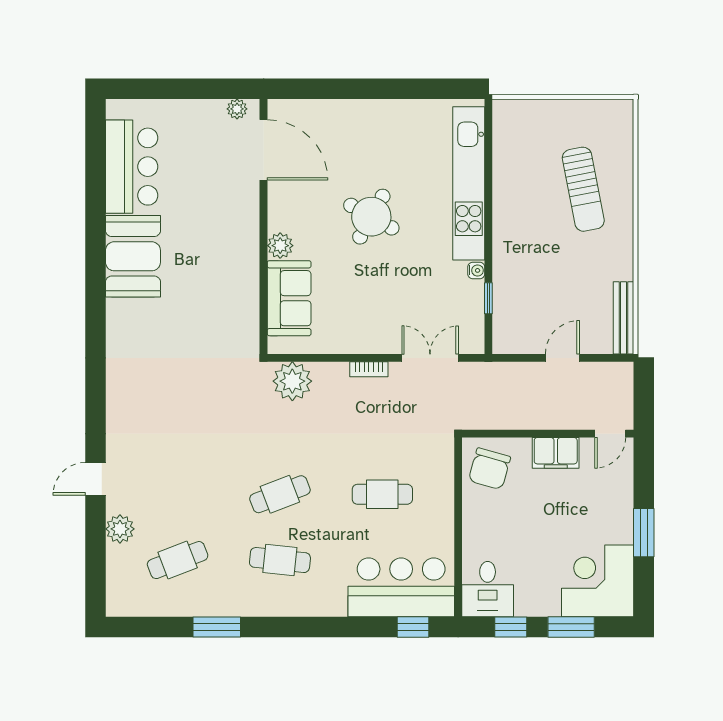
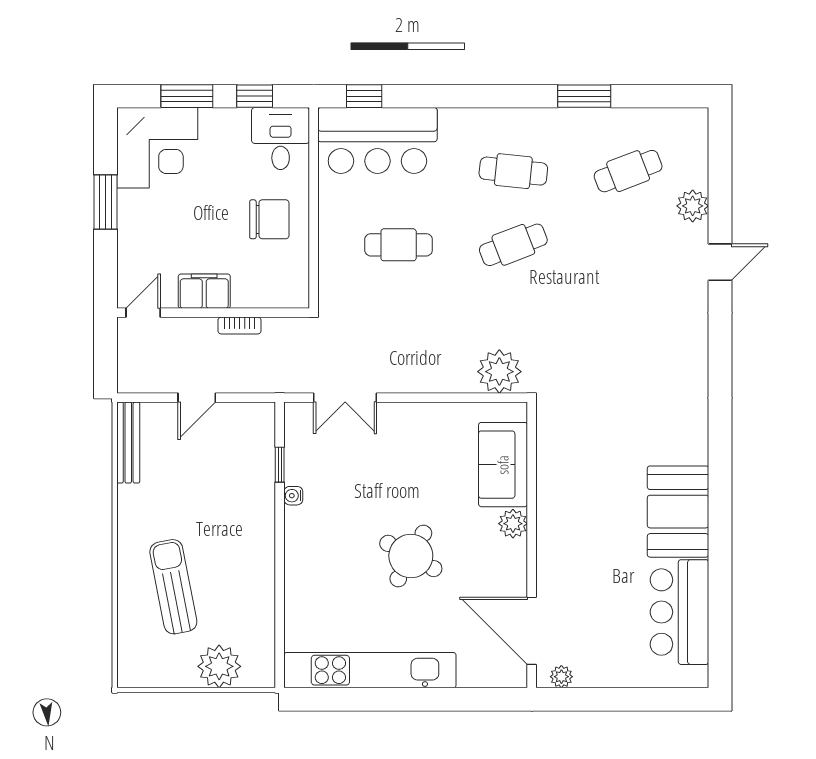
plant: (542, 118) -> (219, 666), added
kitchen unit: (469, 183) -> (370, 670), moved, turned -90
bookcase: (369, 369) -> (240, 326), moved, turned 180
chair: (489, 469) -> (269, 219), moved, turned 74

